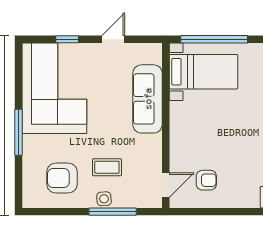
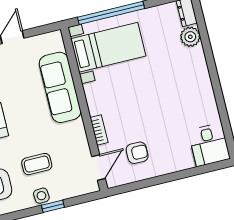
bookcase: (175, 149) -> (99, 130), added
window: (113, 212) -> (53, 206), width x0.46

